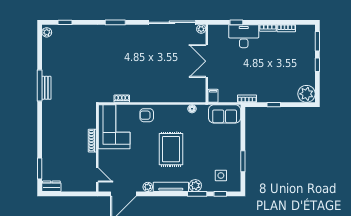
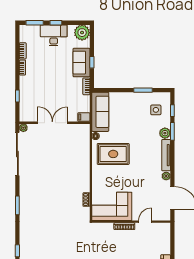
desk: (244, 36) -> (54, 35), moved, turned 90
double door: (207, 61) -> (52, 123), swing flipped
sofa: (273, 93) -> (81, 63), added
sofa: (225, 114) -> (100, 112), width x1.36
armchair: (147, 115) -> (101, 177), removed
rug: (171, 149) -> (113, 154), moved
door: (97, 175) -> (145, 222), moved

